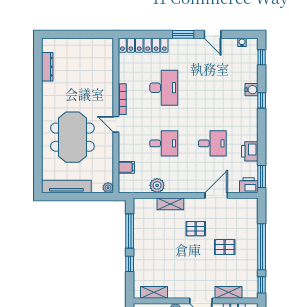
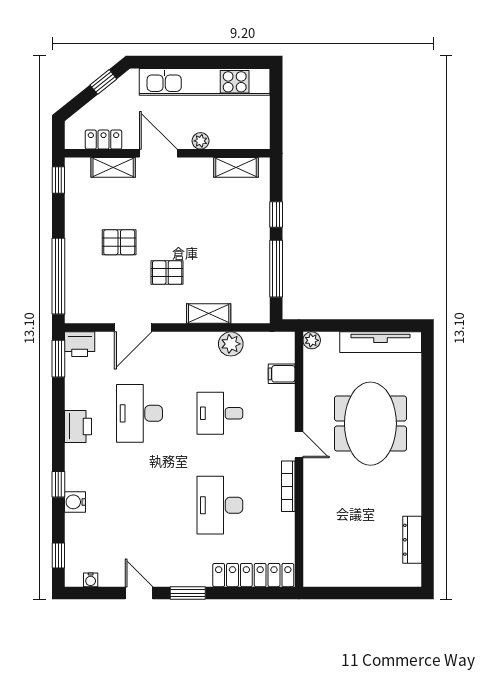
desk: (212, 143) -> (139, 413), width x1.37
printer: (250, 151) -> (78, 426), moved
window: (262, 247) -> (58, 276), moved

